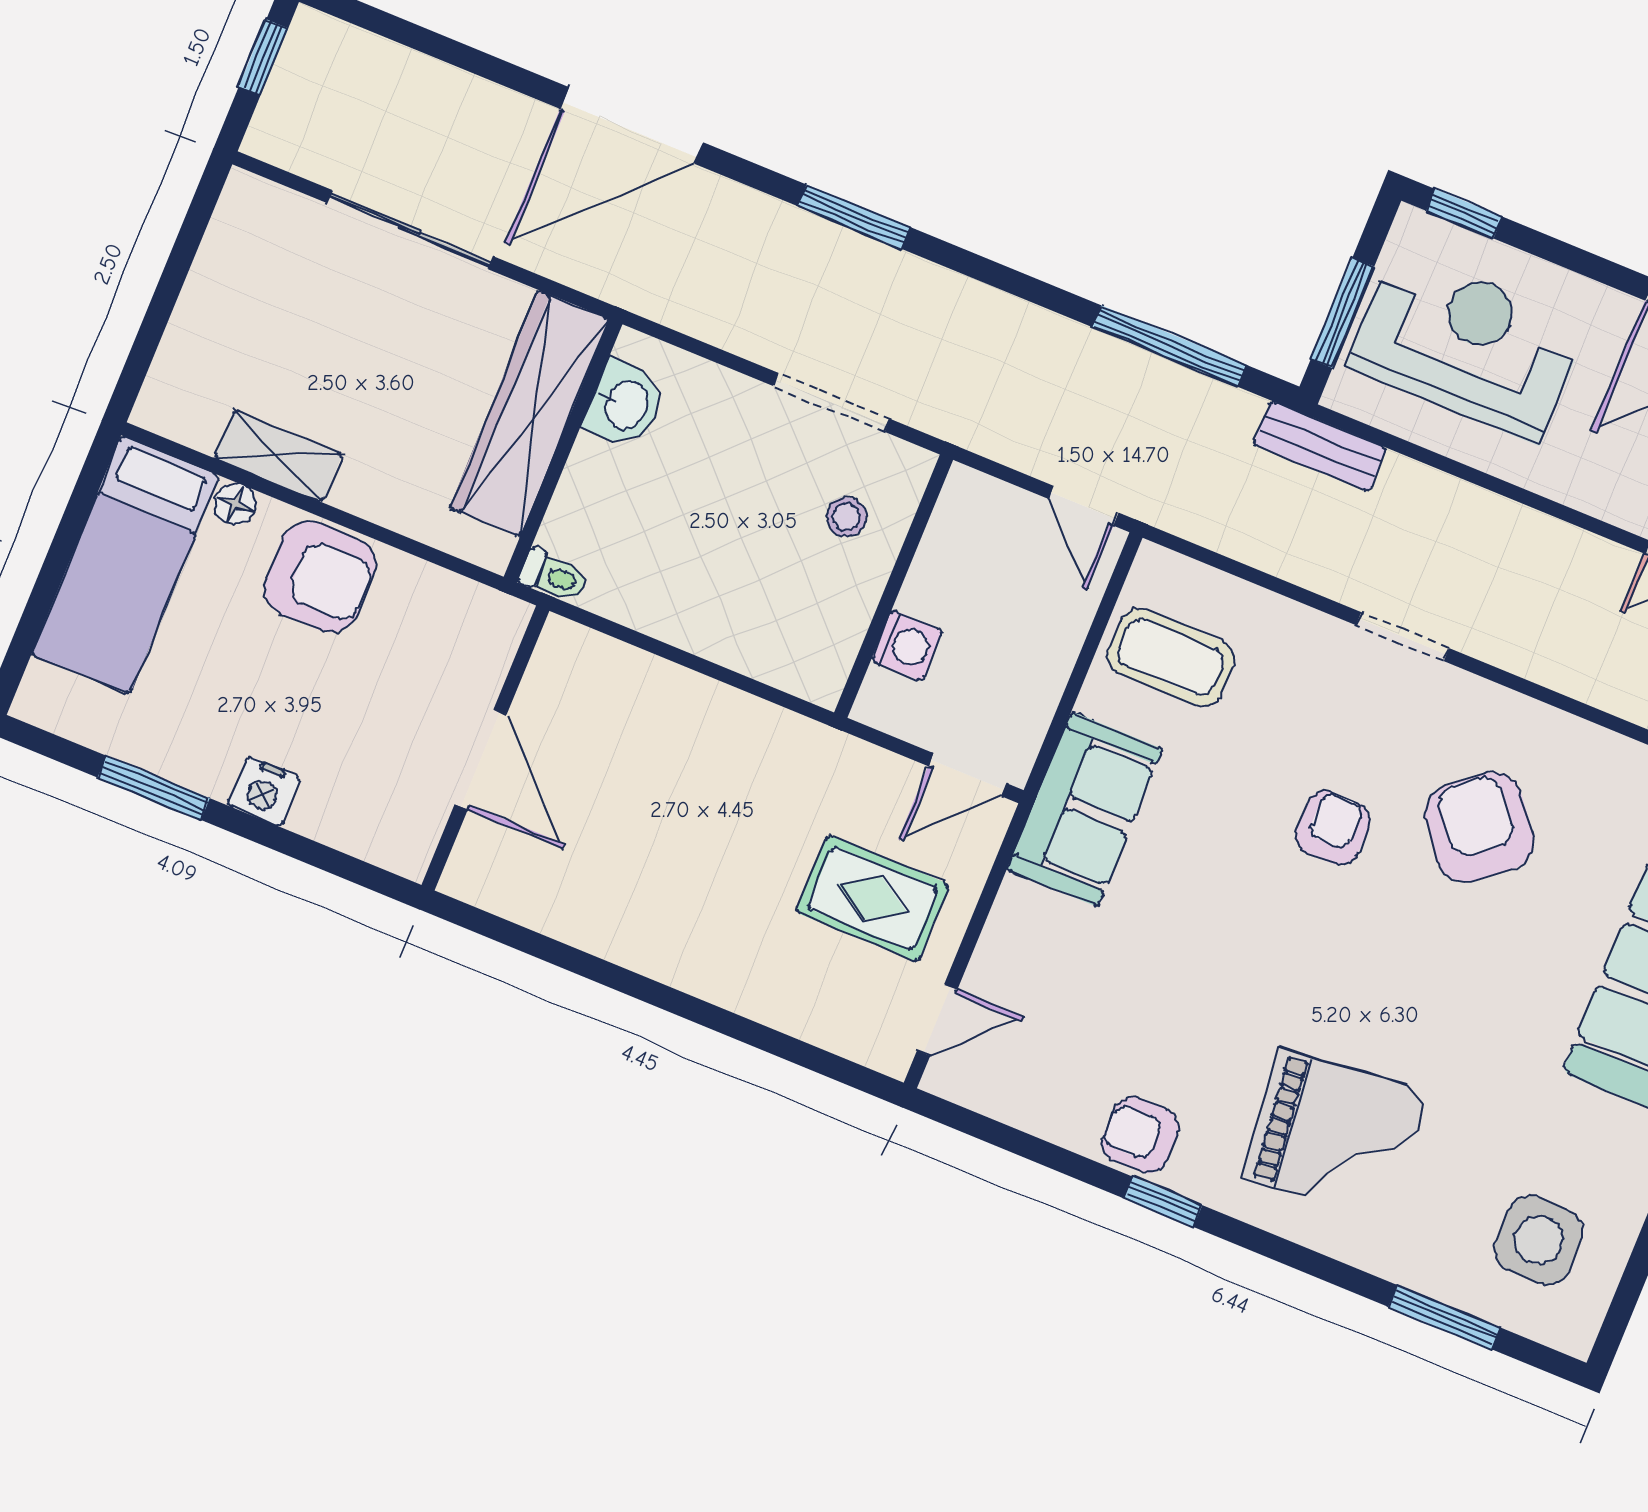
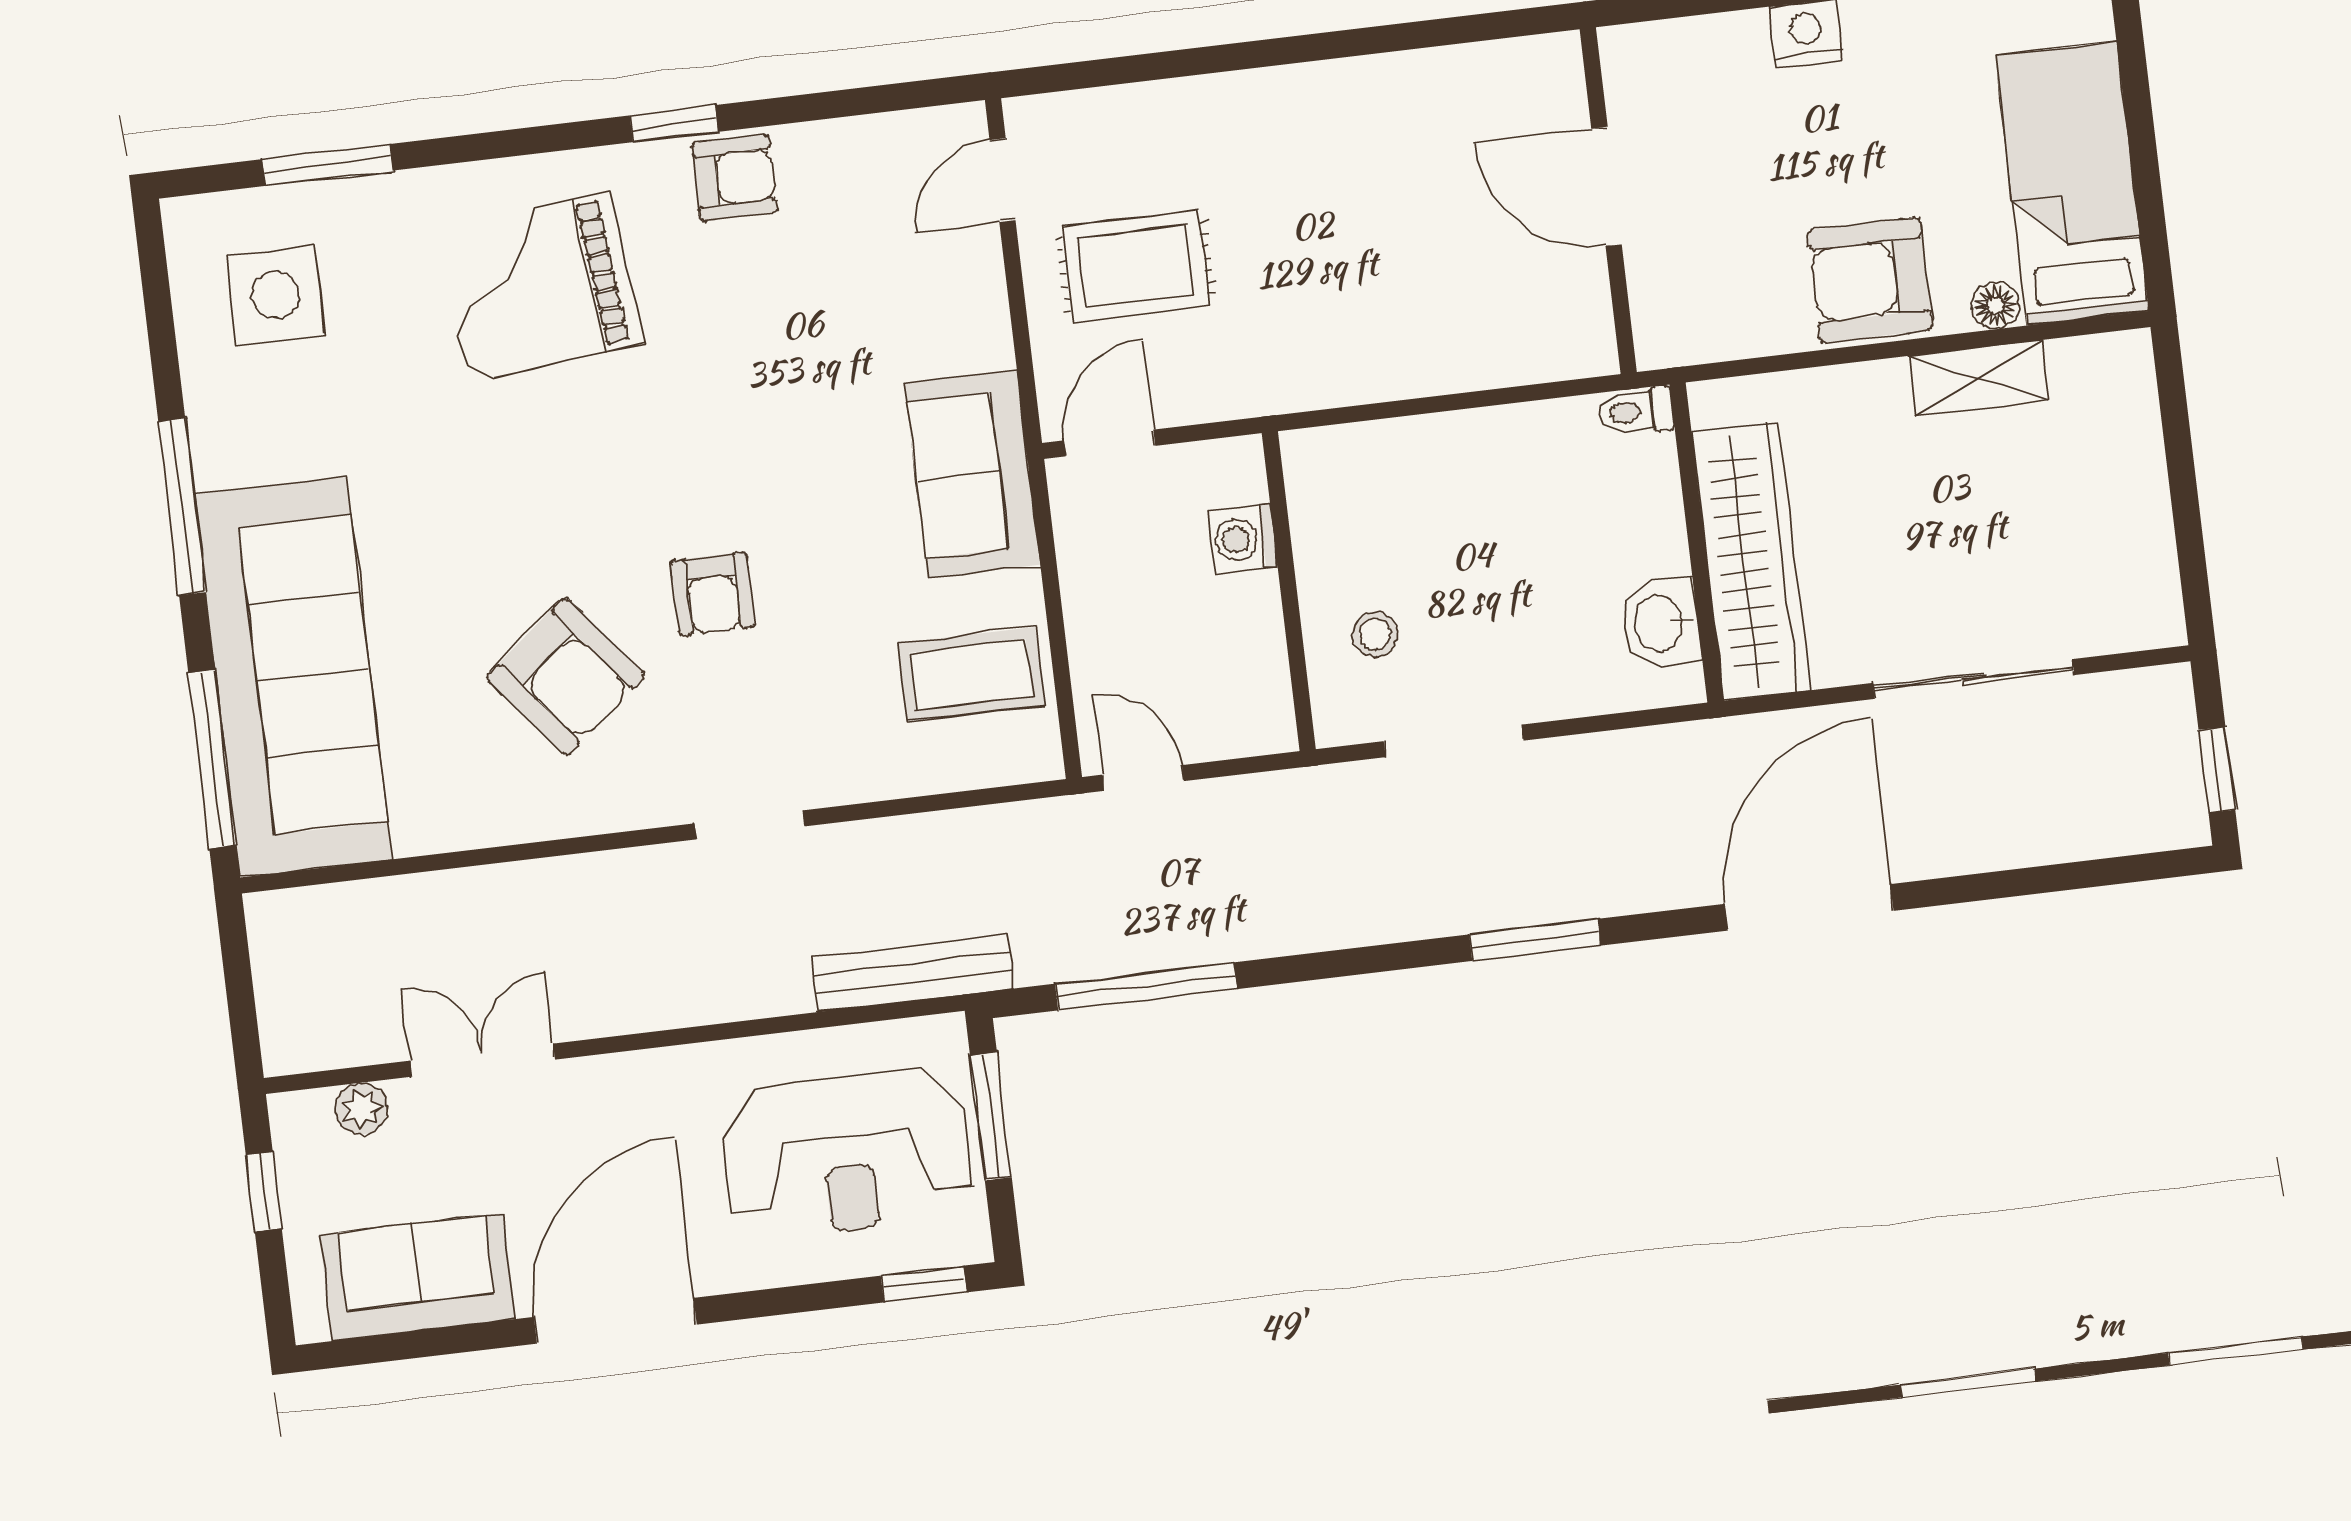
bench: (1320, 446) -> (913, 973), width x1.36

